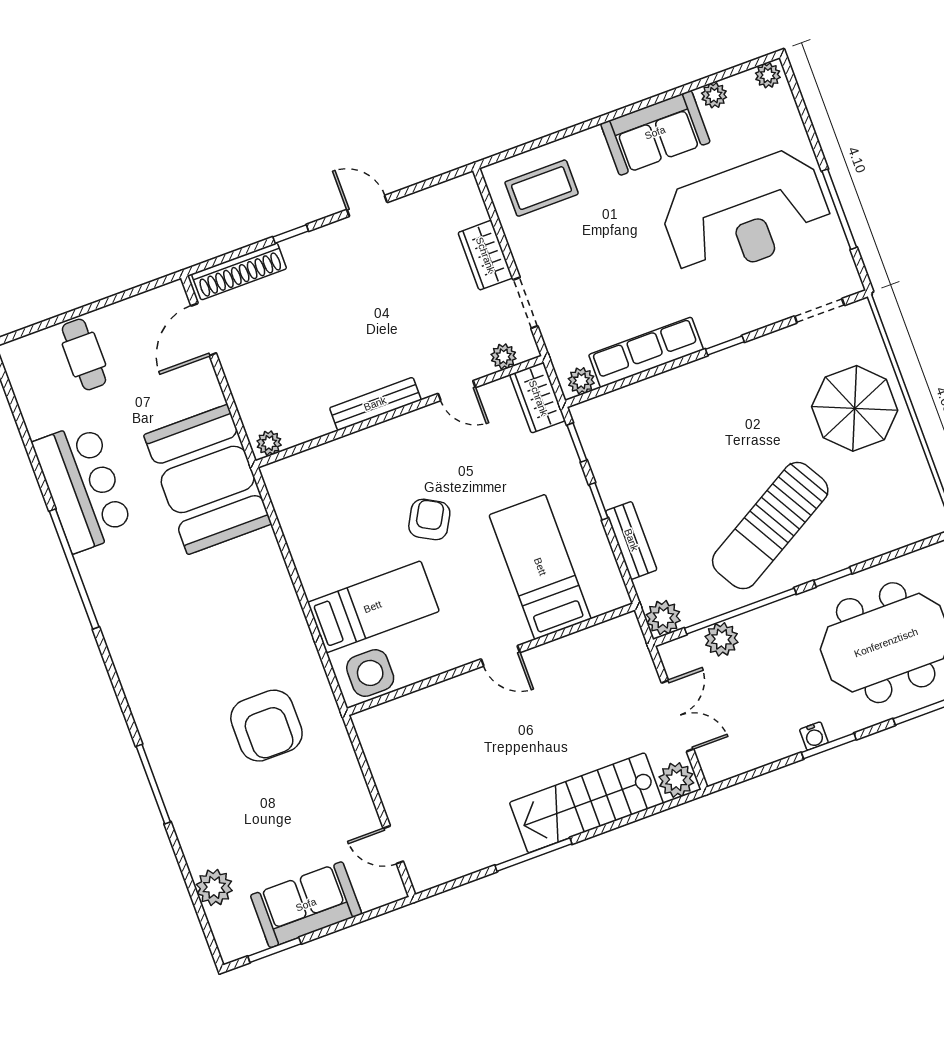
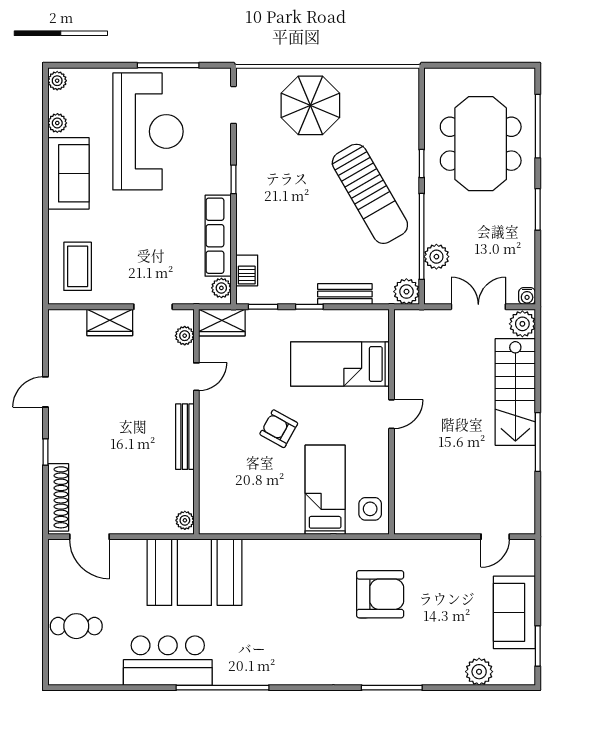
barbecue: (615, 405) -> (247, 270), added
side table: (370, 673) -> (370, 509), width x0.73, depth x0.73
water cooler: (814, 736) -> (527, 296), moved, turned 90

